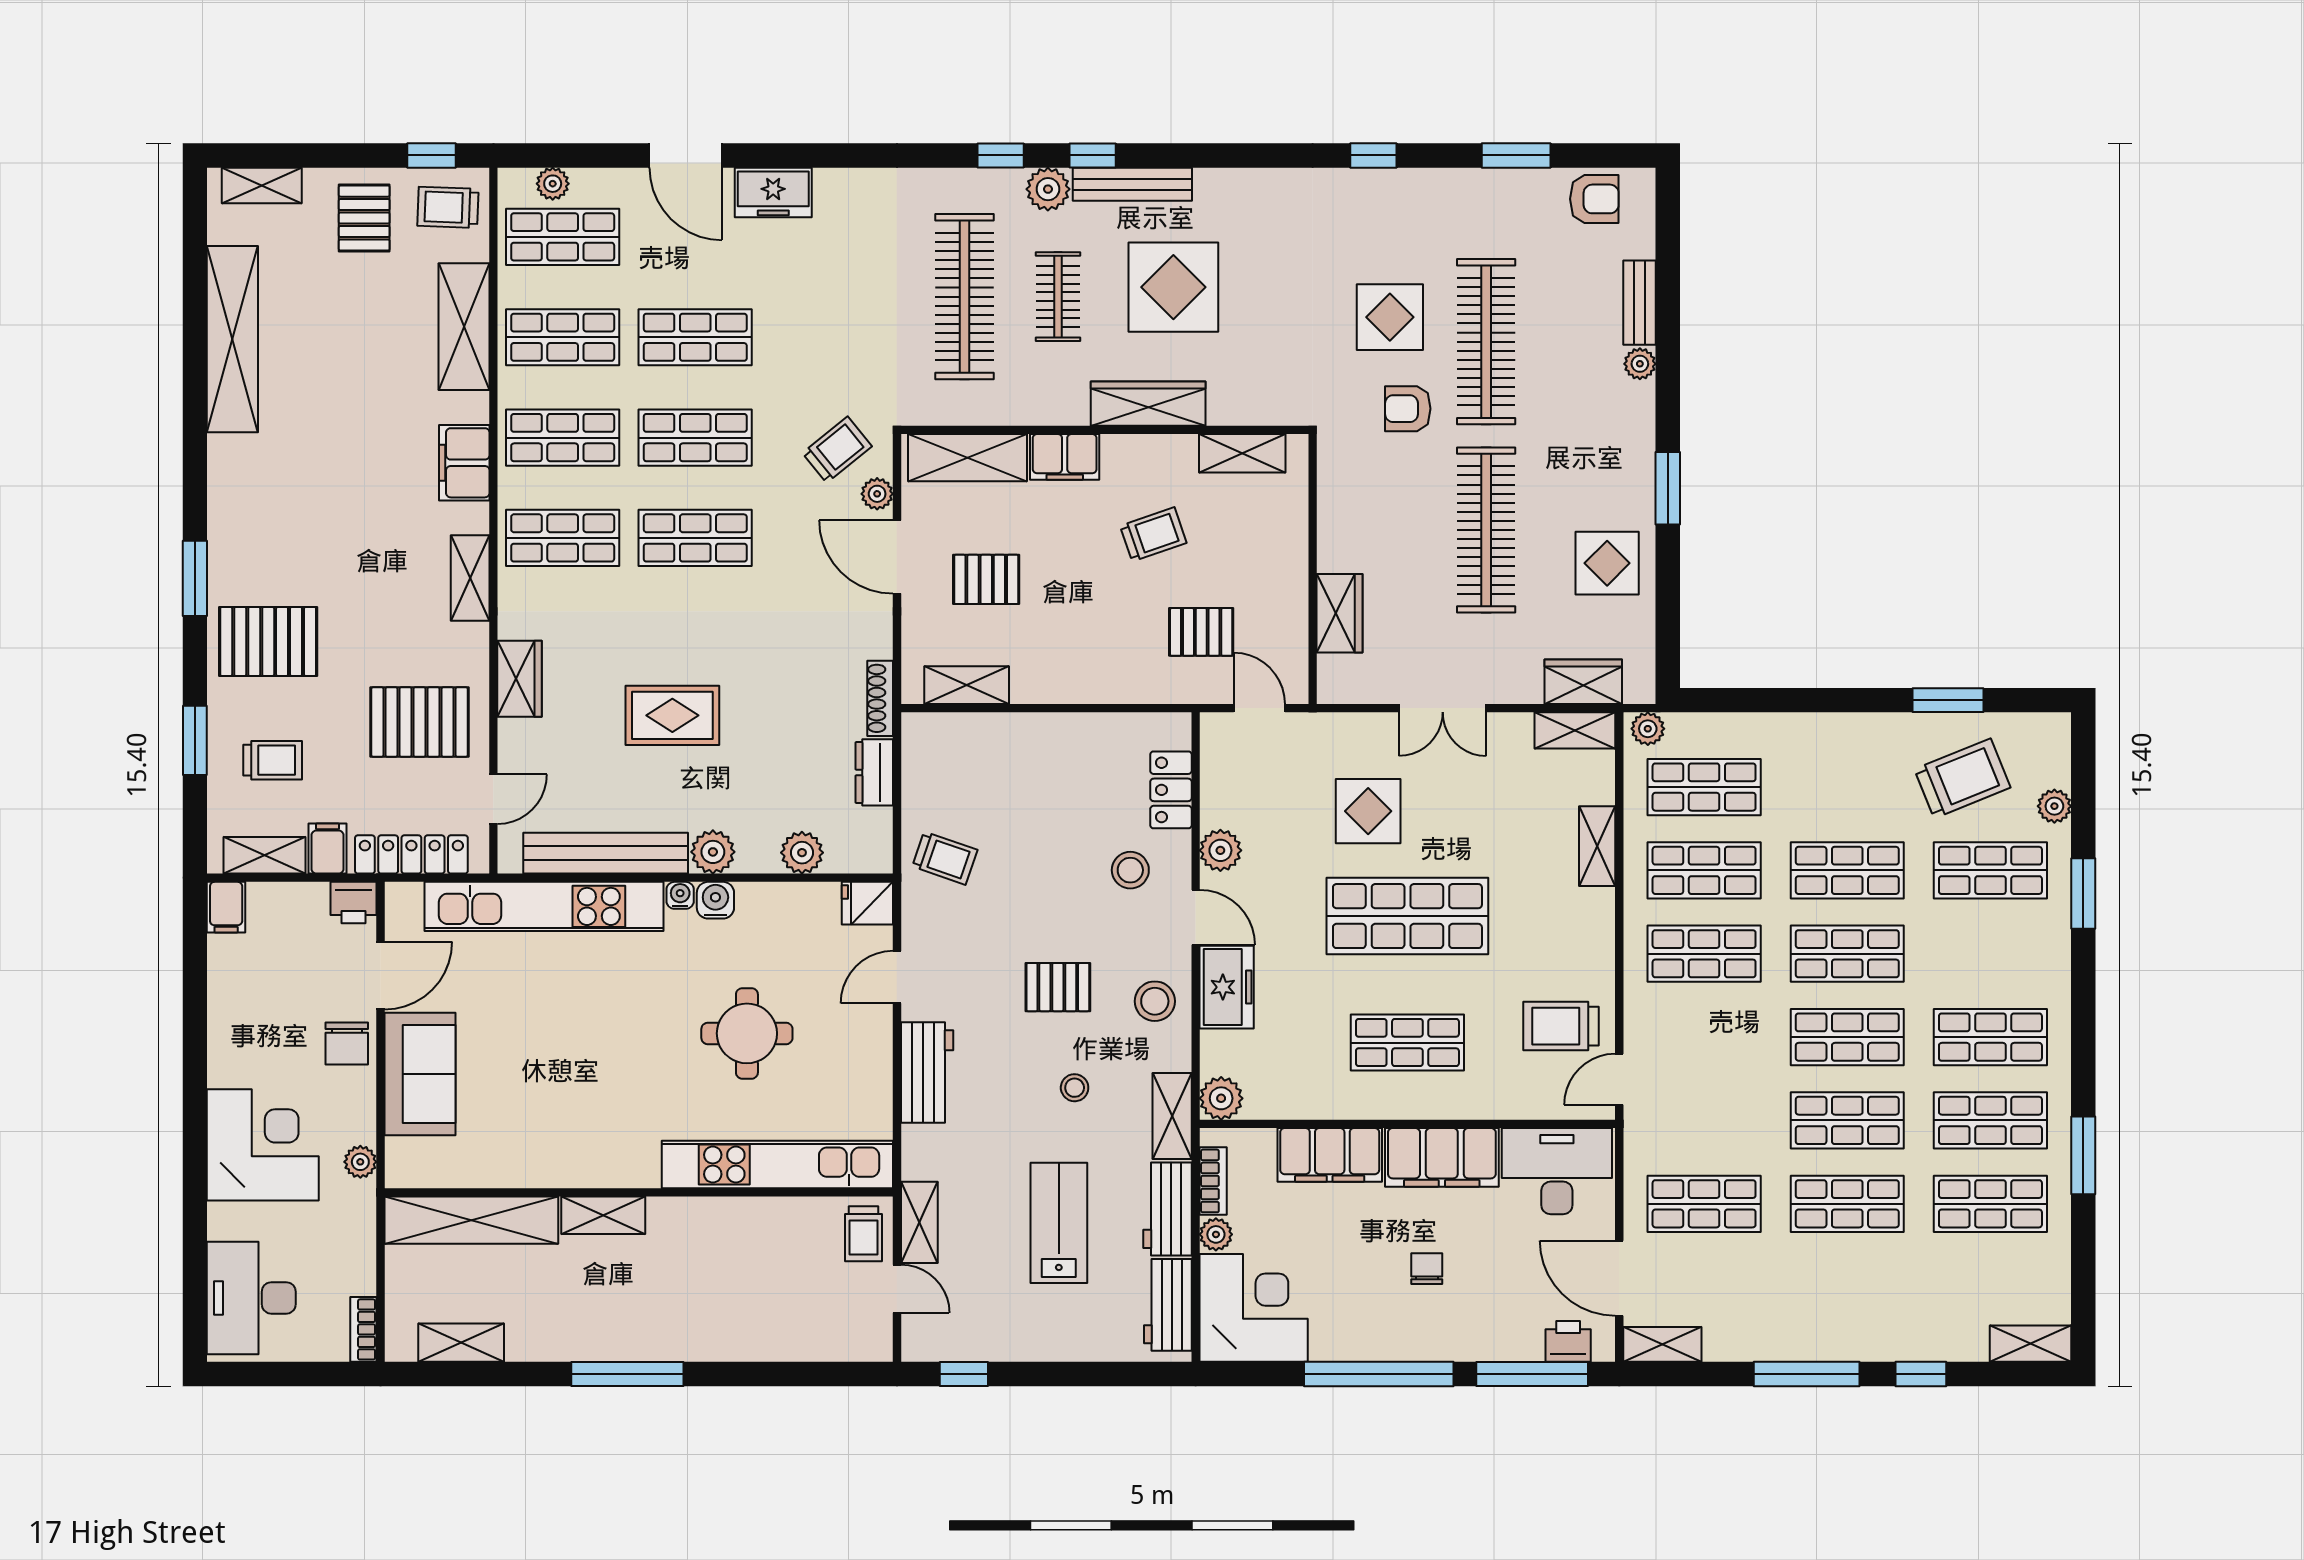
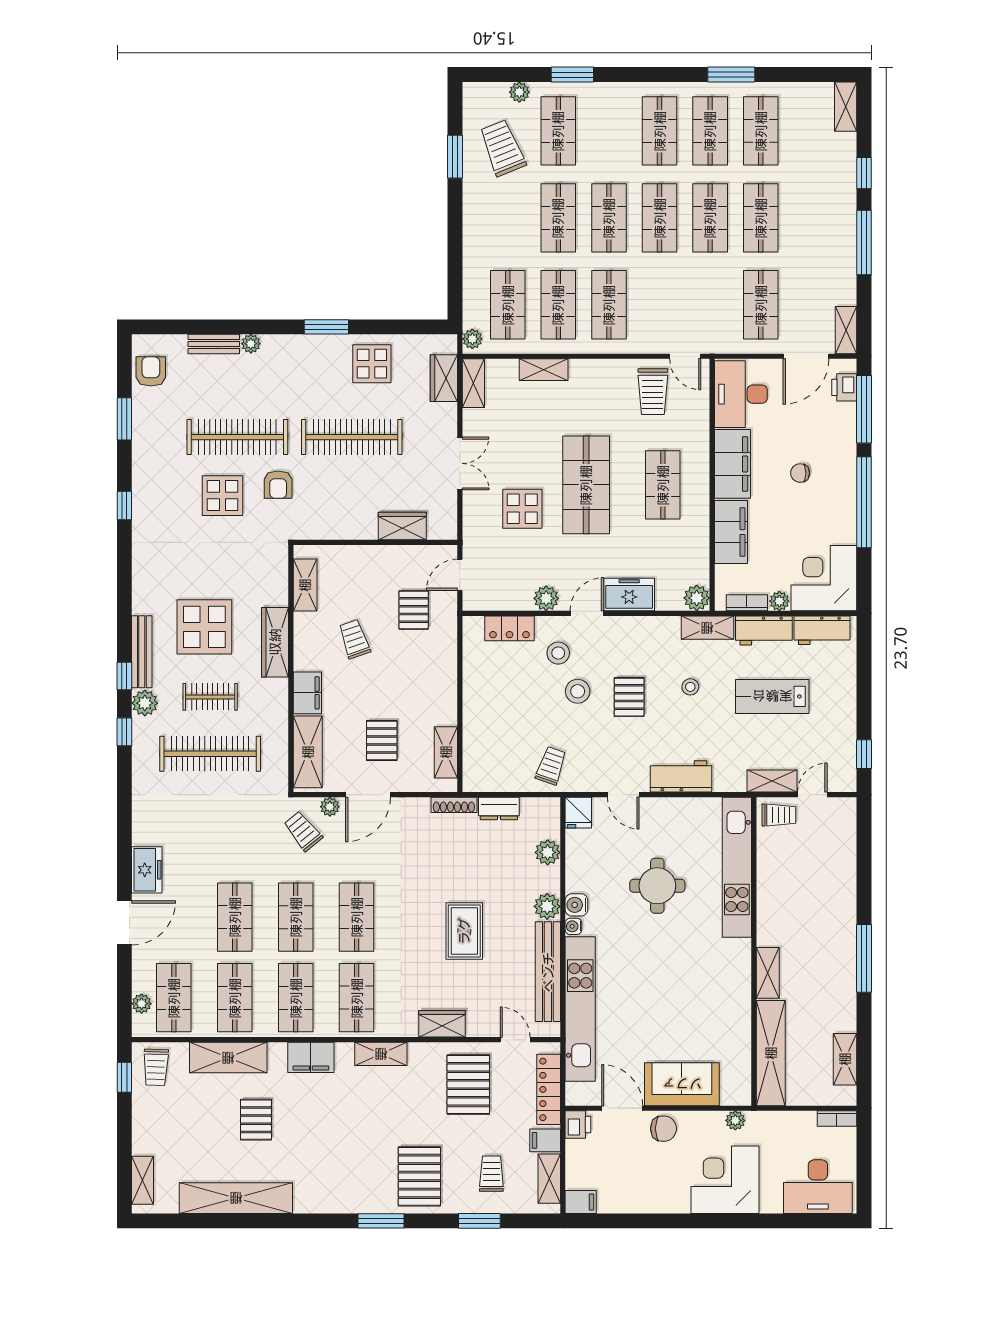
pallet: (364, 218) -> (256, 1120), moved, turned 90
stool: (1155, 1001) -> (578, 691), moved

